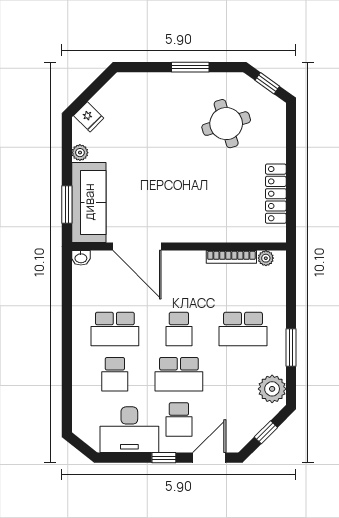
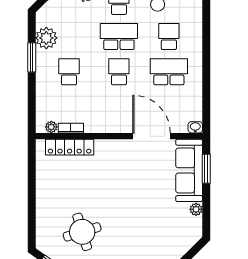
fridge: (89, 117) -> (189, 237), removed
locker: (276, 194) -> (70, 147), moved, turned 90
bookcase: (231, 257) -> (71, 128), width x0.64
school desk: (243, 329) -> (69, 72), width x0.54
plant: (272, 389) -> (46, 38), moved

